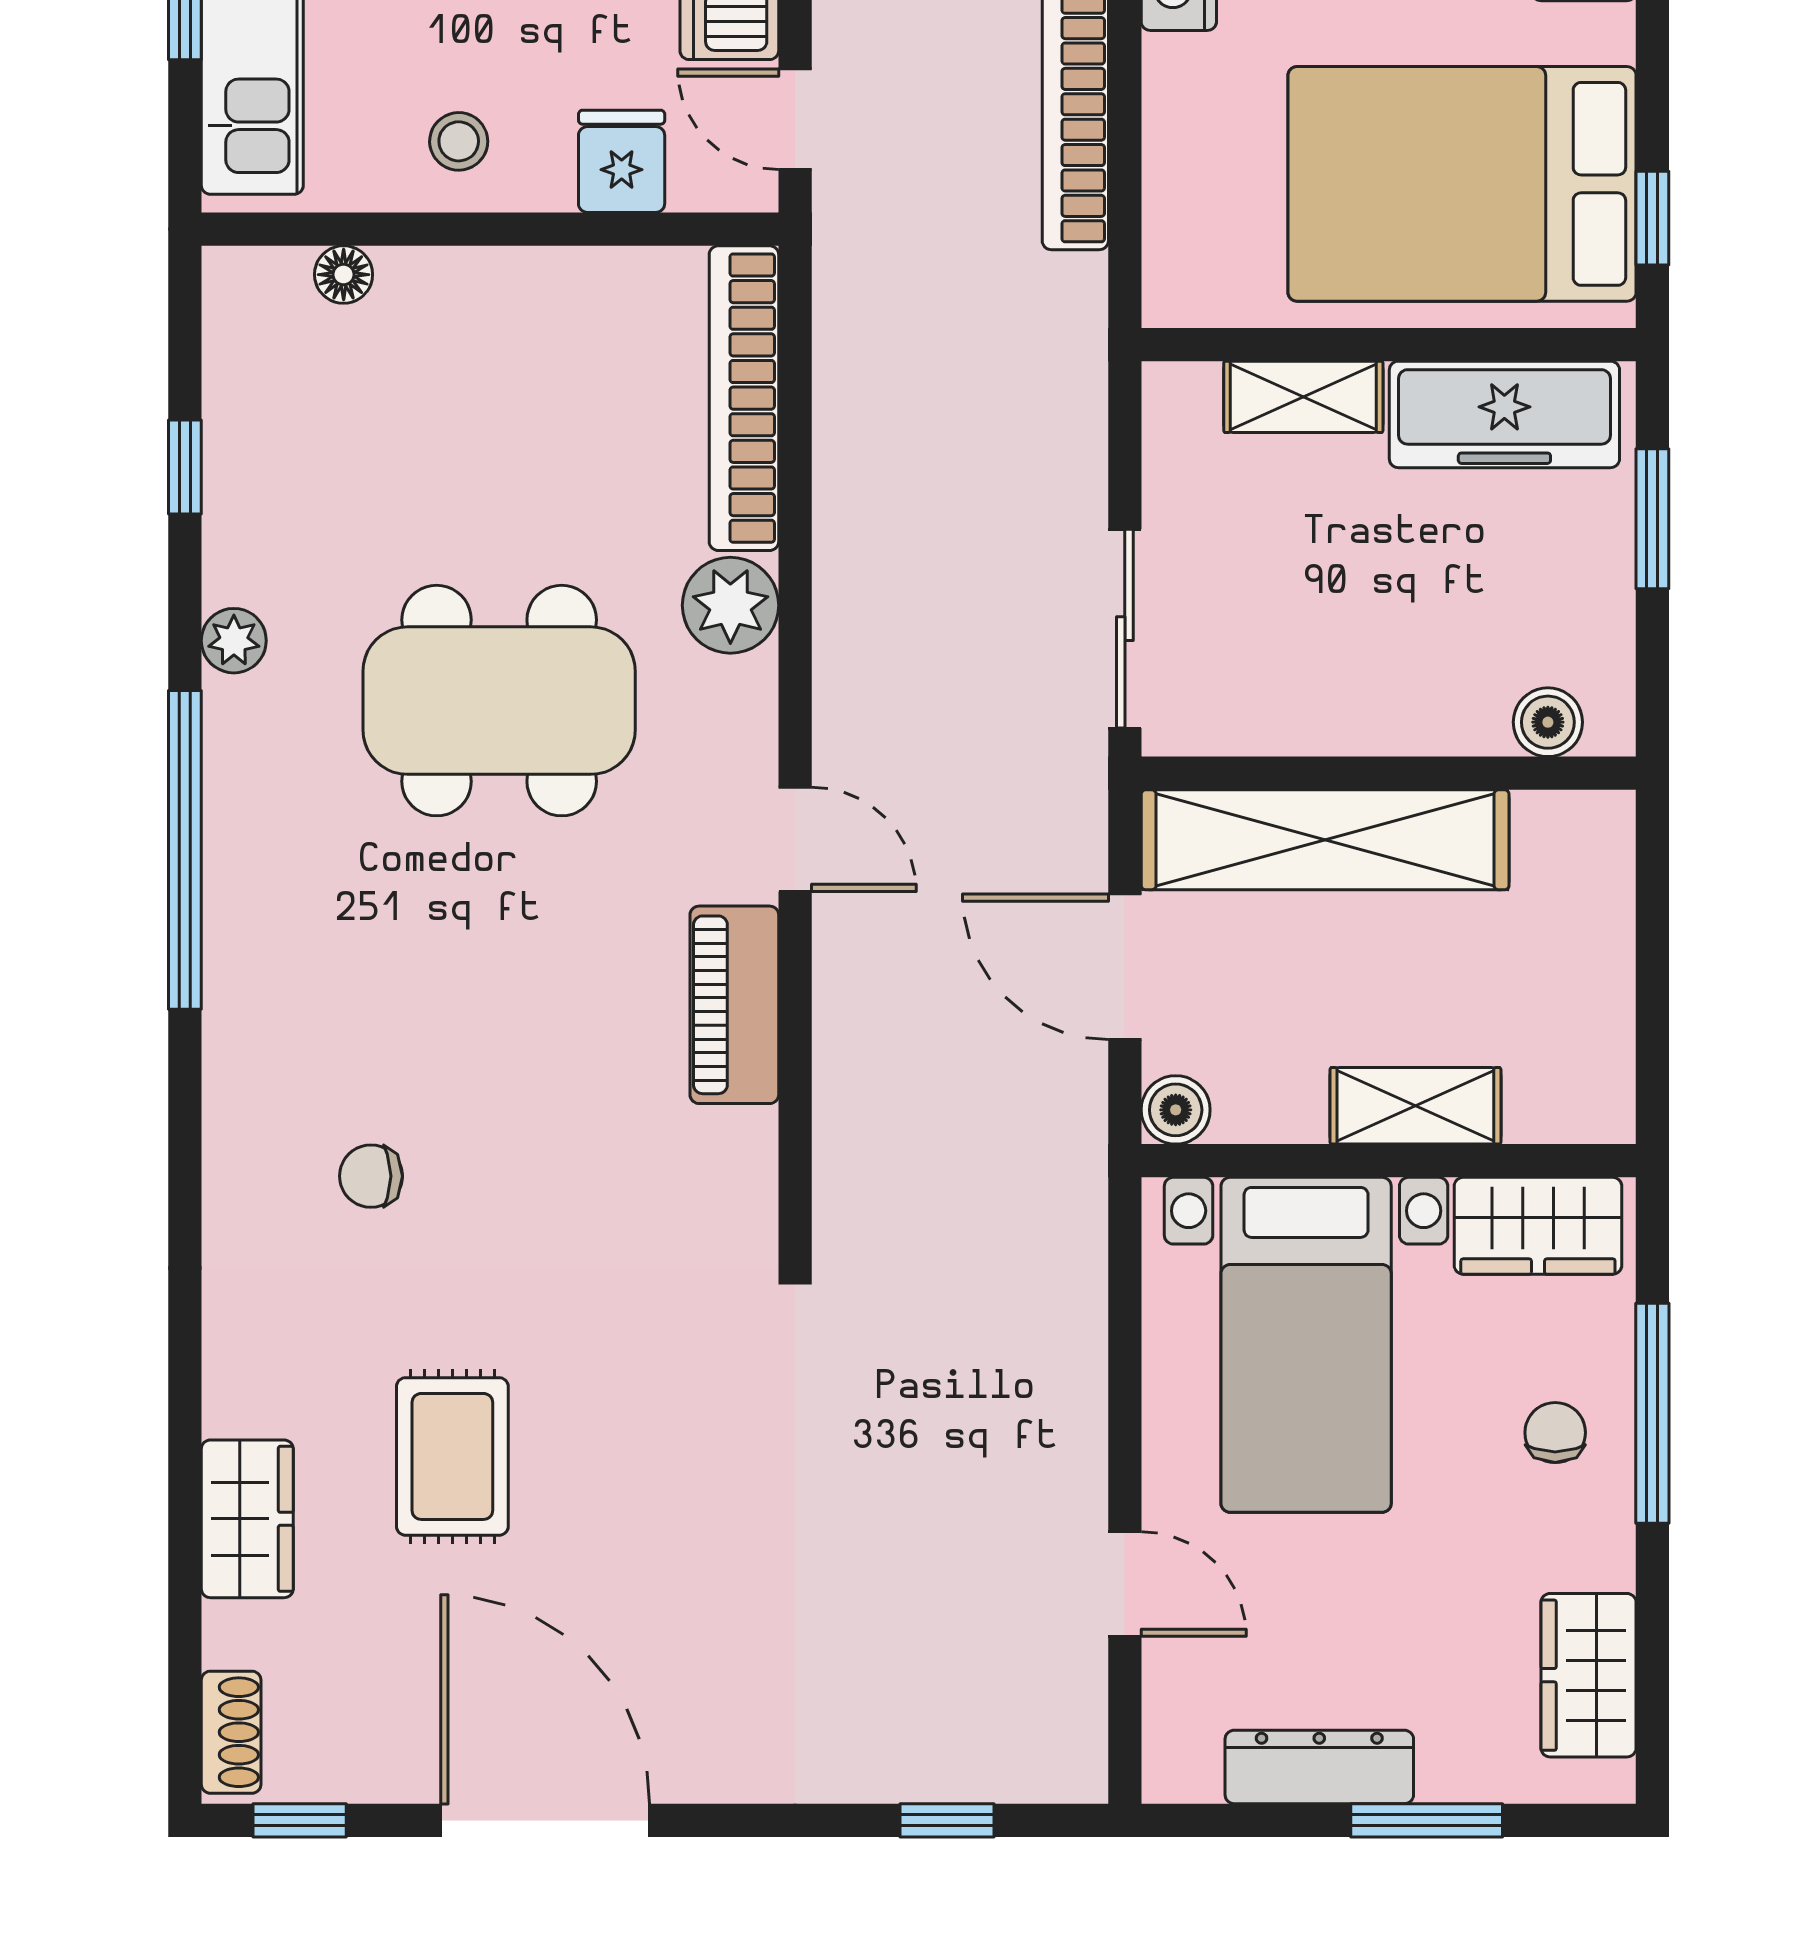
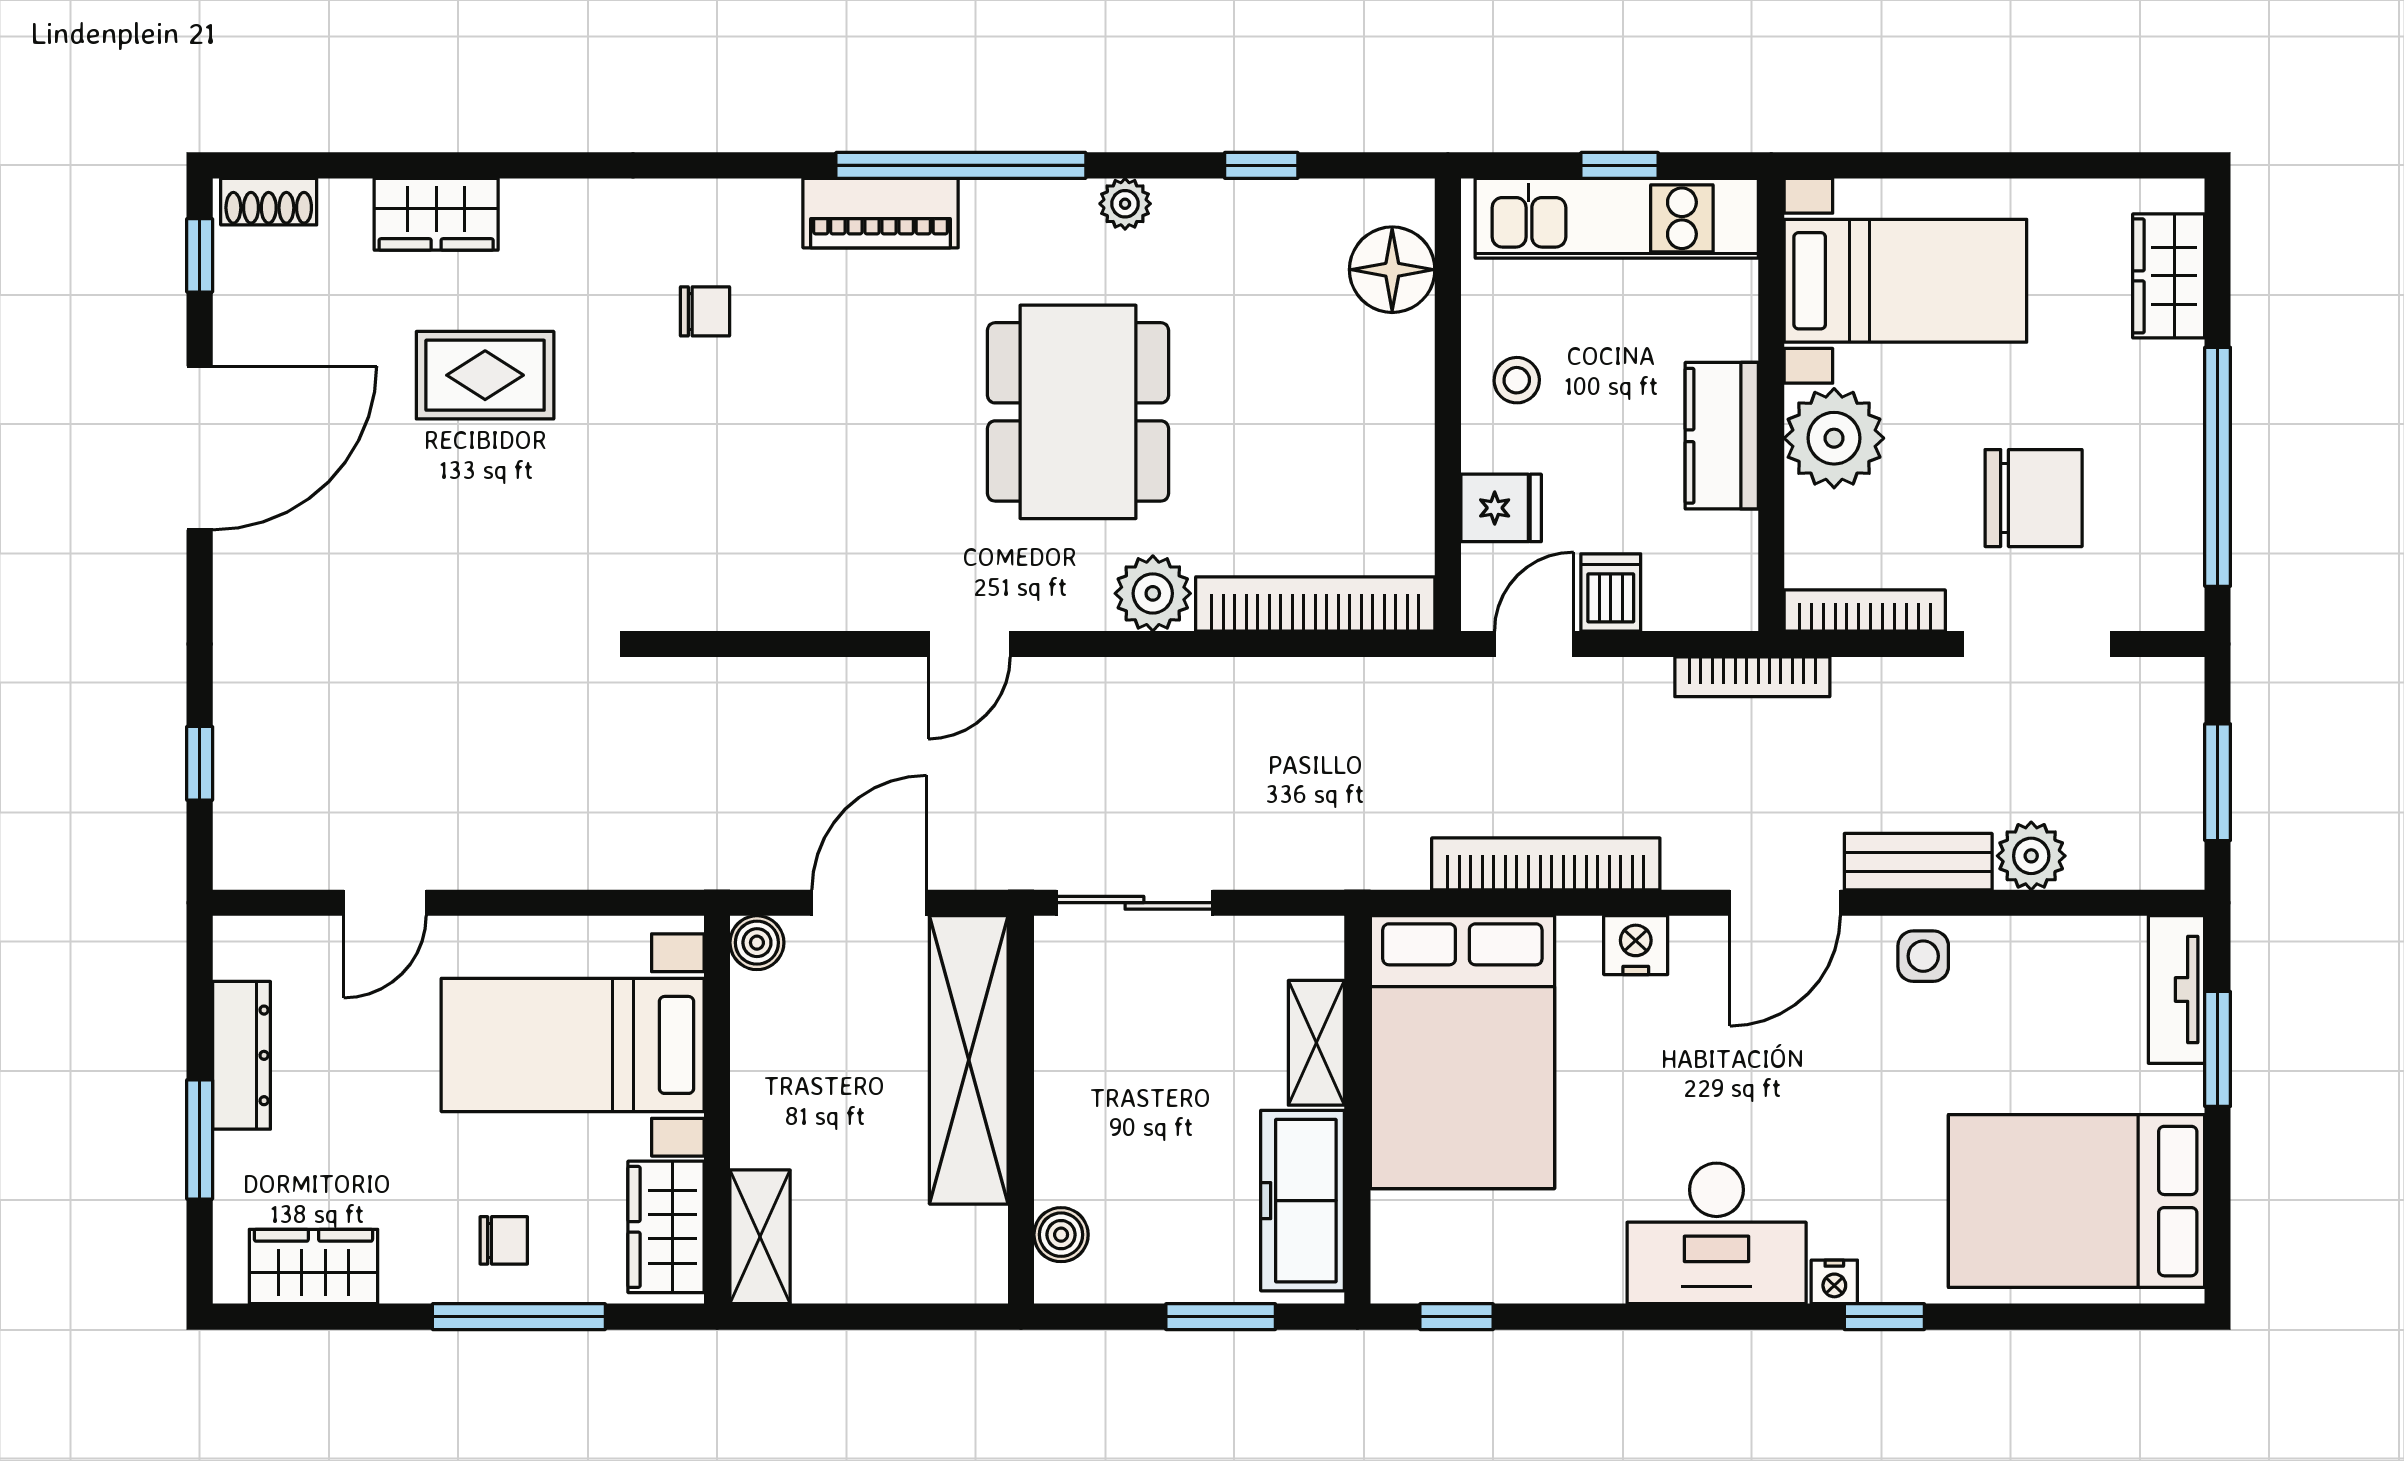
bed: (1462, 184) -> (1462, 1052), moved, turned 180
floor lamp: (344, 275) -> (1392, 270), width x1.89, depth x1.89
piano: (734, 1005) -> (881, 213), moved, turned 180
shelving: (1415, 1106) -> (760, 1237), moved
chair: (371, 1176) -> (705, 311), turned 90

